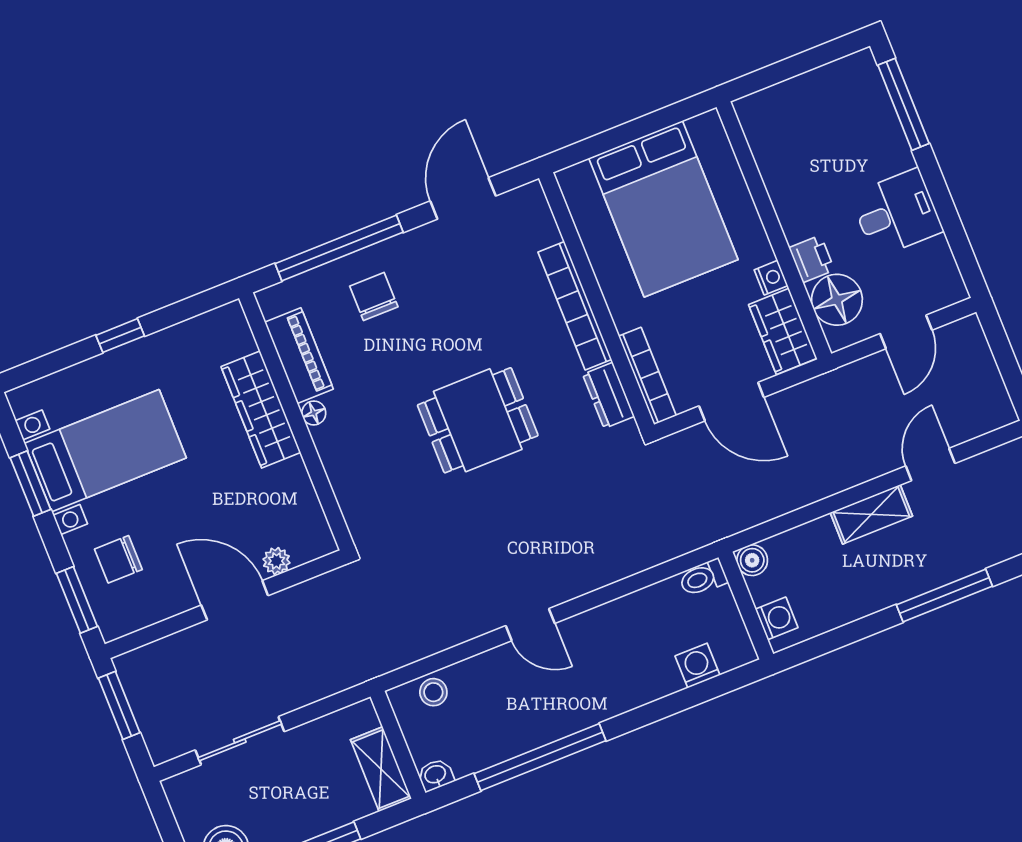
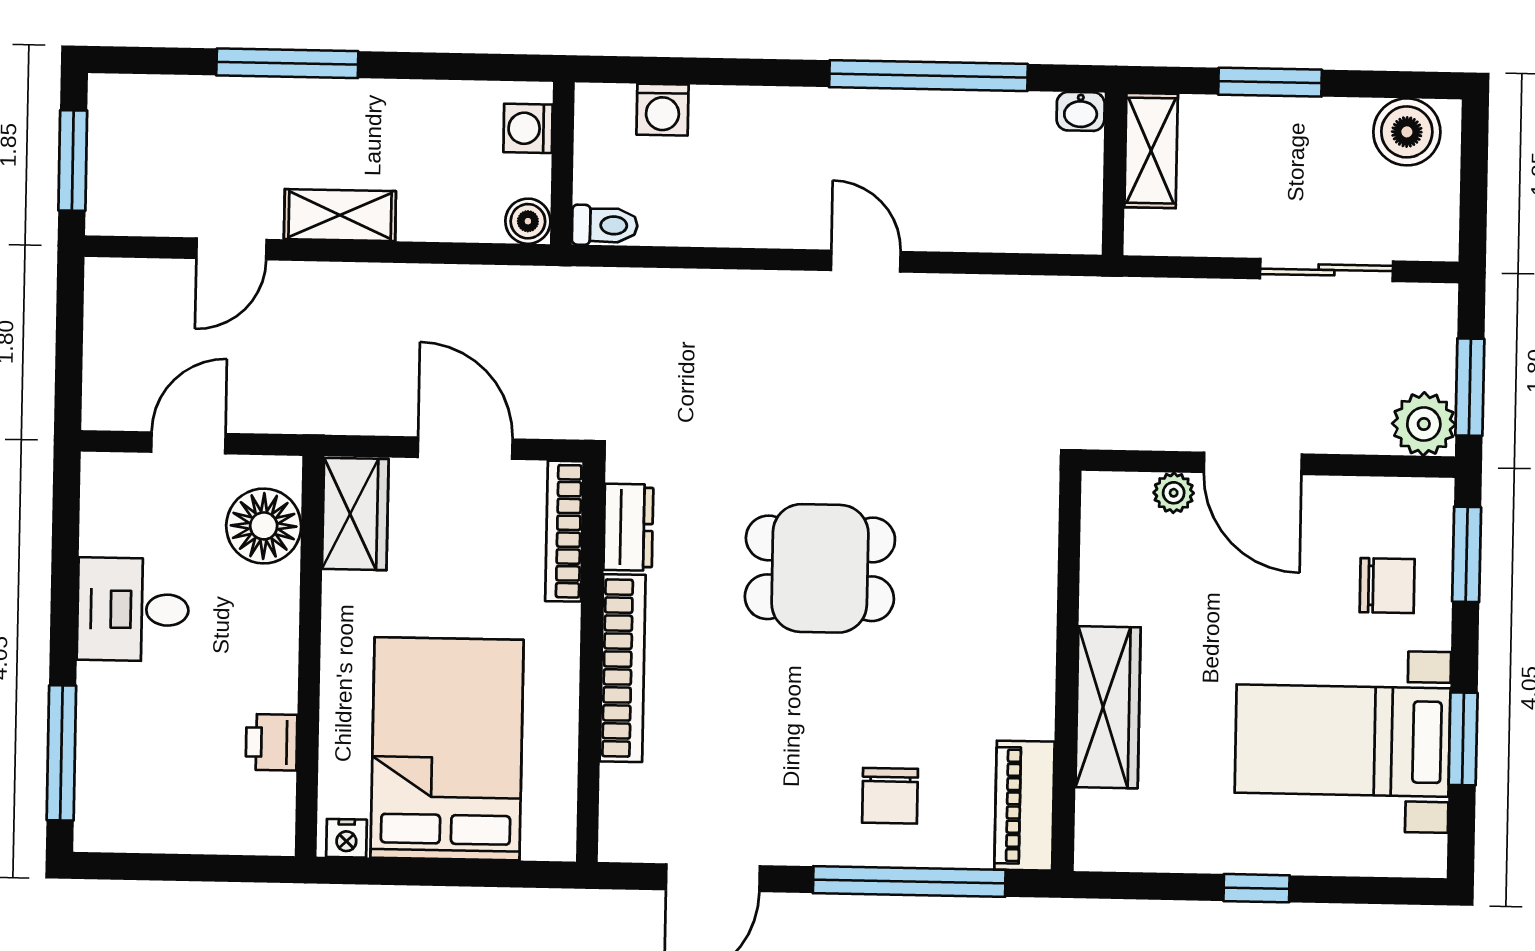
printer: (812, 259) -> (272, 742), moved
nightstand: (771, 278) -> (346, 838), moved, turned -90
piano: (299, 356) -> (1024, 806), moved
floor lamp: (314, 413) -> (1038, 672), removed
plant: (138, 670) -> (1424, 424), added
stool: (433, 692) -> (1036, 225), removed

